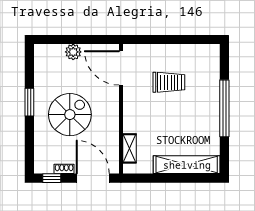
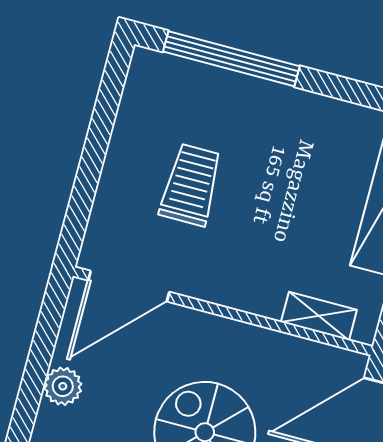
window: (224, 108) -> (231, 59), moved

